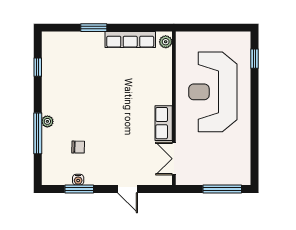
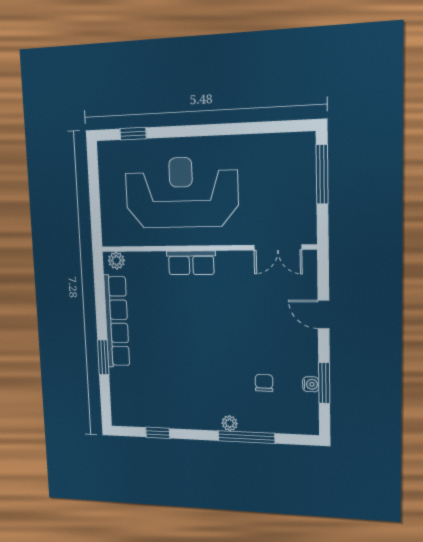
row of seats: (130, 40) -> (117, 321), width x1.36
reception desk: (213, 92) -> (181, 193), turned 180
row of seats: (164, 123) -> (191, 263), moved
door: (128, 189) -> (323, 314), swing flipped

